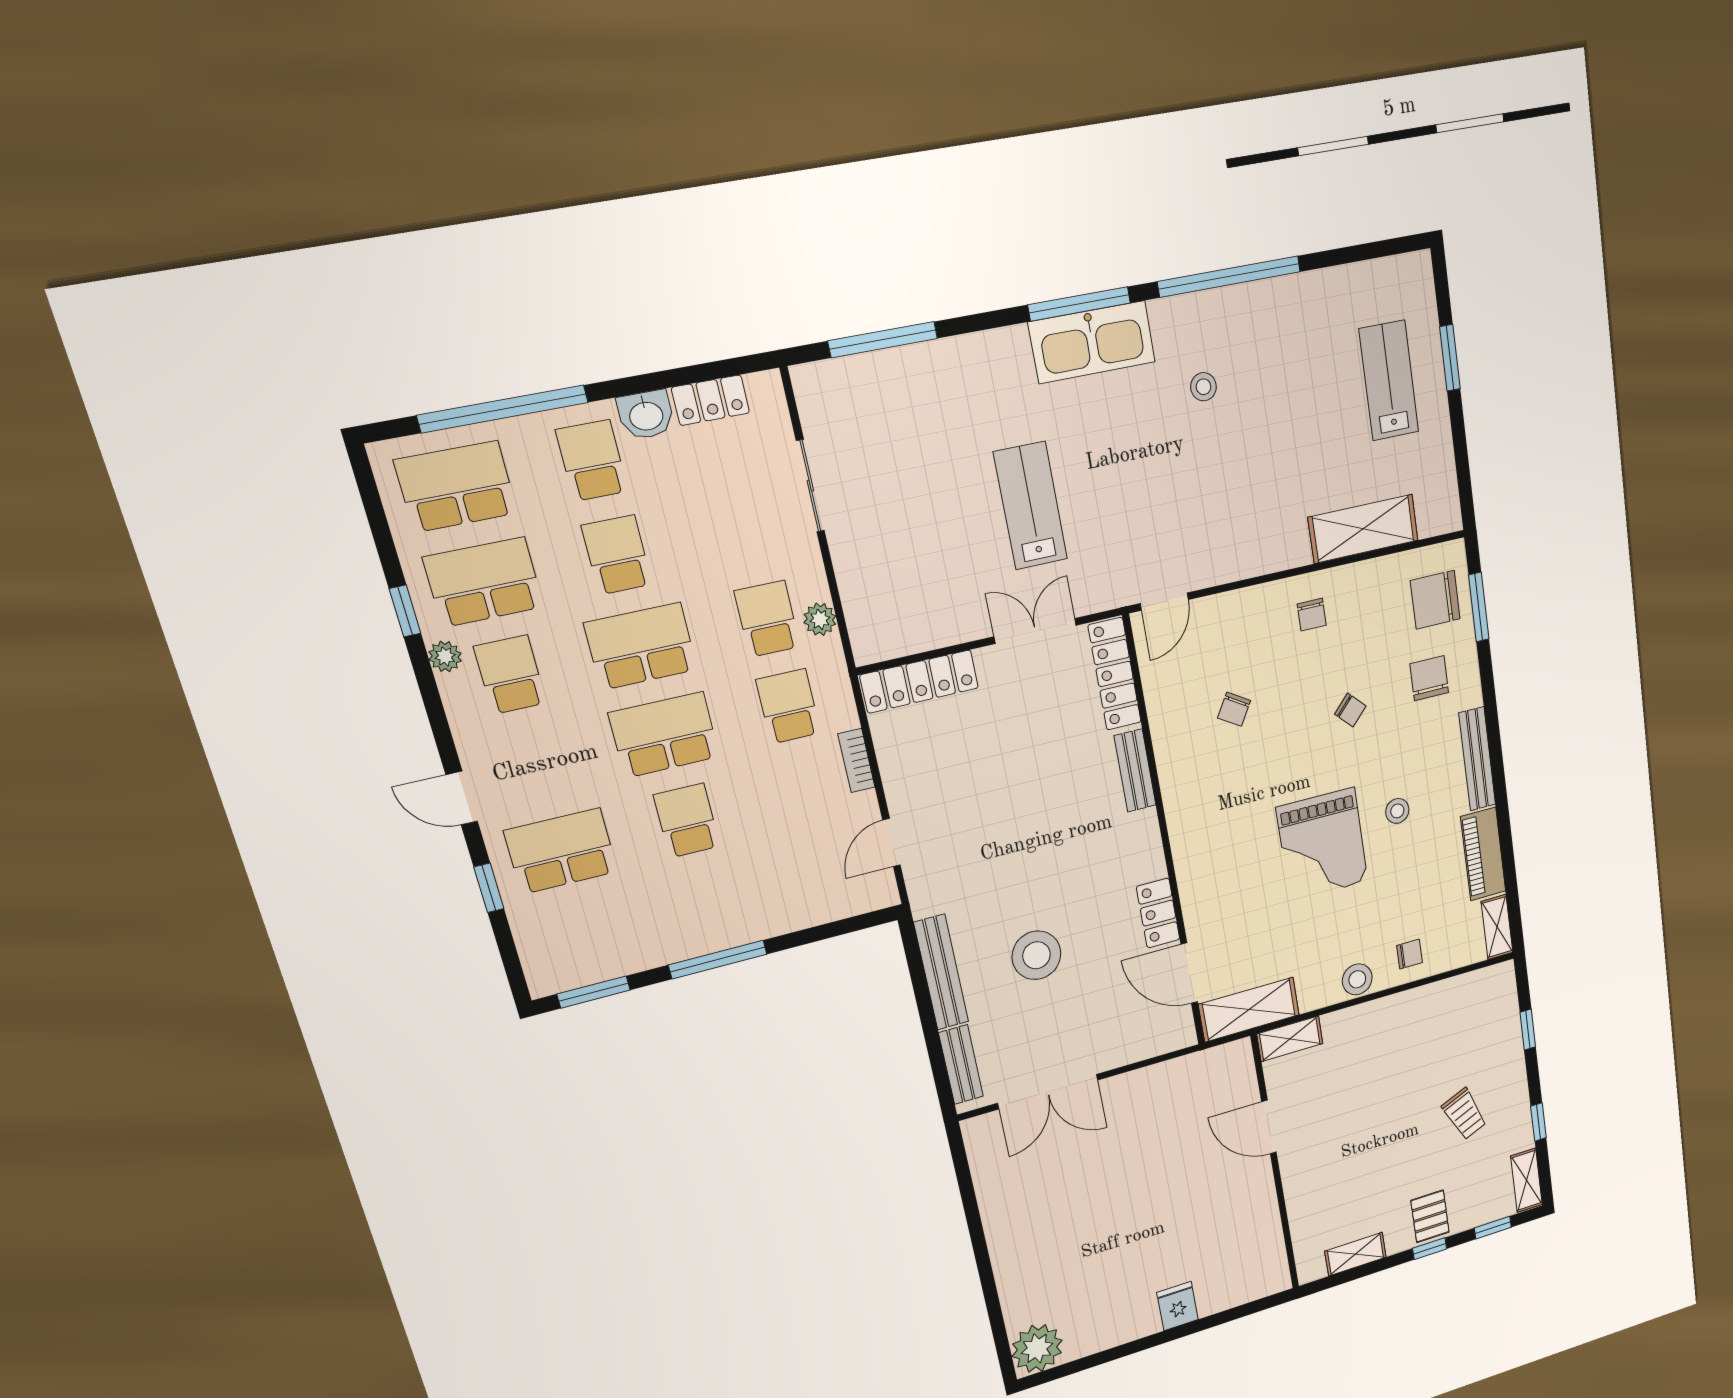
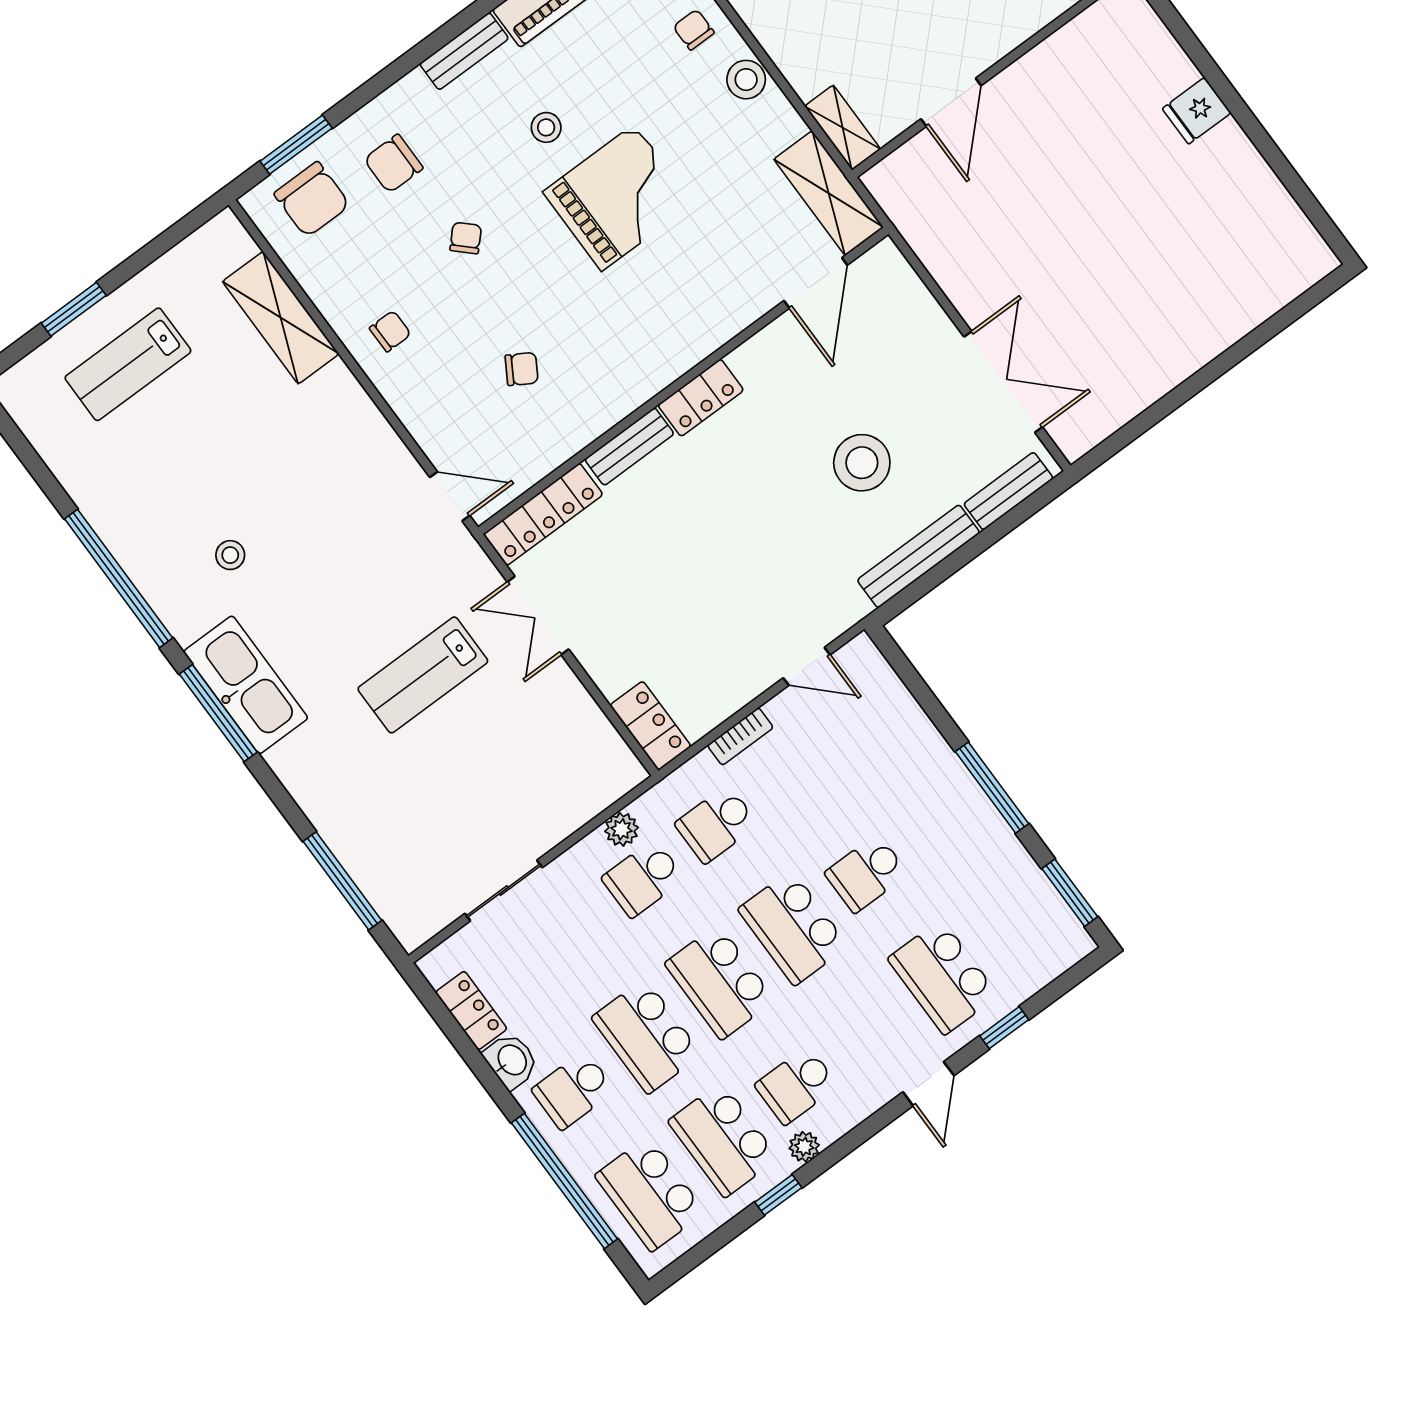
school desk: (617, 555) -> (647, 1036), width x1.85
locker: (919, 682) -> (650, 726), width x0.66
bench: (1477, 759) -> (464, 51), width x0.73
locker: (1158, 913) -> (701, 398), moved
plant: (1037, 1348) -> (1299, 258), removed

